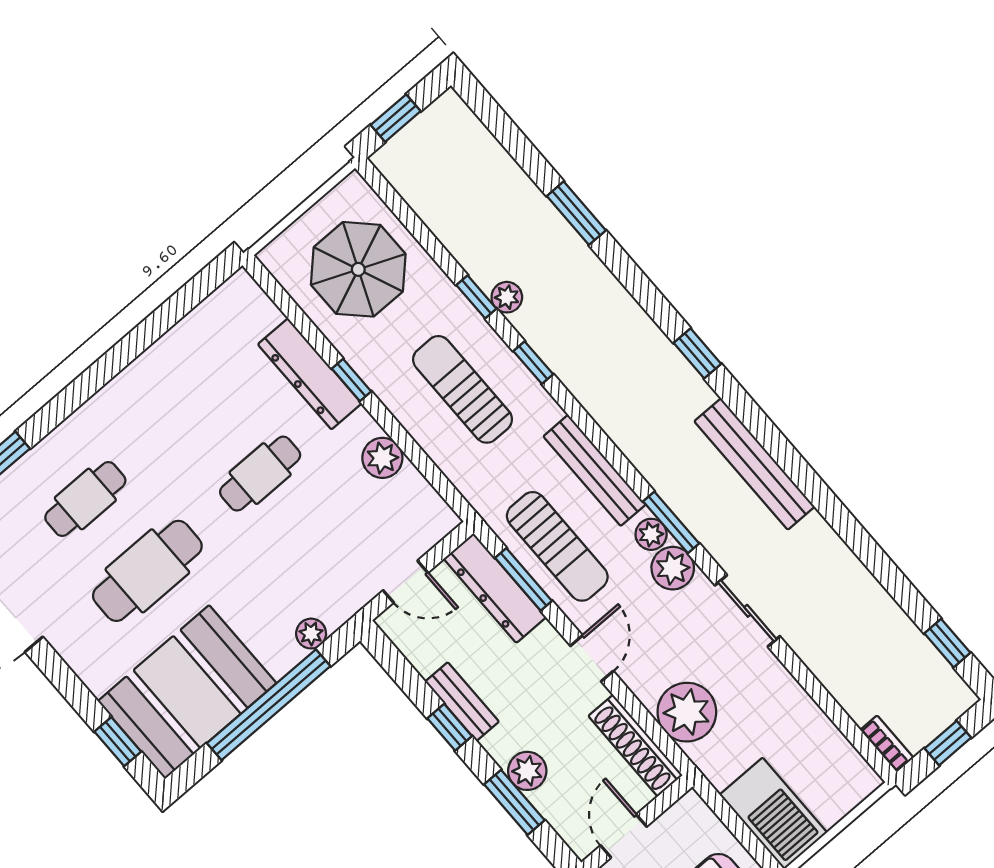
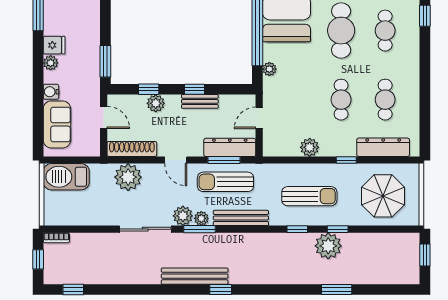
plant: (507, 297) -> (328, 246), width x1.87, depth x1.87
window: (697, 353) -> (221, 290), moved
dresser: (310, 374) -> (383, 147), moved
cafe table: (198, 402) -> (385, 100), added
sliding door: (747, 611) -> (145, 229), width x1.37
window: (514, 802) -> (149, 89), width x0.67

